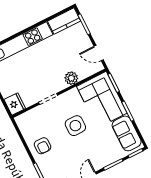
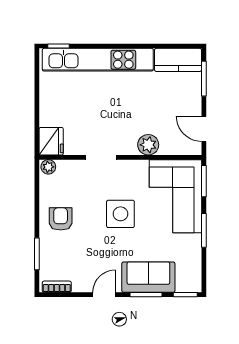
plant: (21, 119) -> (48, 167), added
sofa: (127, 133) -> (148, 277), moved, turned 90
armchair: (43, 146) -> (61, 219), turned 180

